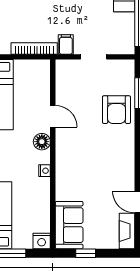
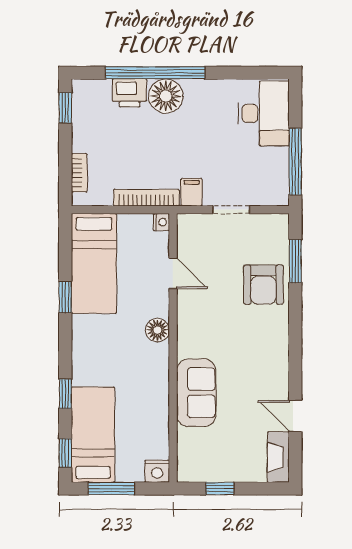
door: (53, 116) -> (173, 273), moved
nightstand: (45, 171) -> (161, 222), moved
sofa: (69, 225) -> (196, 393), moved

